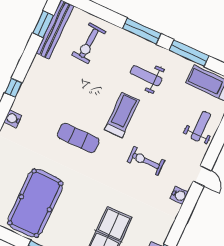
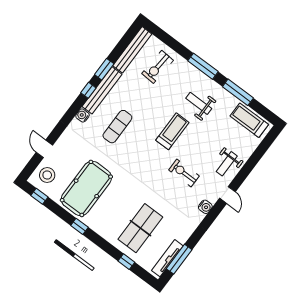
window: (43, 24) -> (104, 69), moved
bench: (29, 84) -> (102, 90), added
weight bench: (201, 126) -> (227, 164), moved, turned 180
exercise mat: (78, 138) -> (117, 127), moved, turned 90

